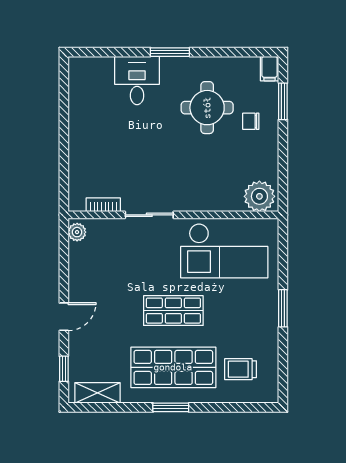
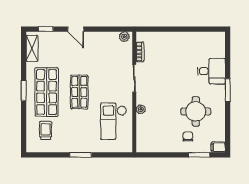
plant: (259, 196) -> (141, 109), moved, width x0.53, depth x0.53
checkout: (224, 251) -> (114, 121), width x0.73, depth x0.83

